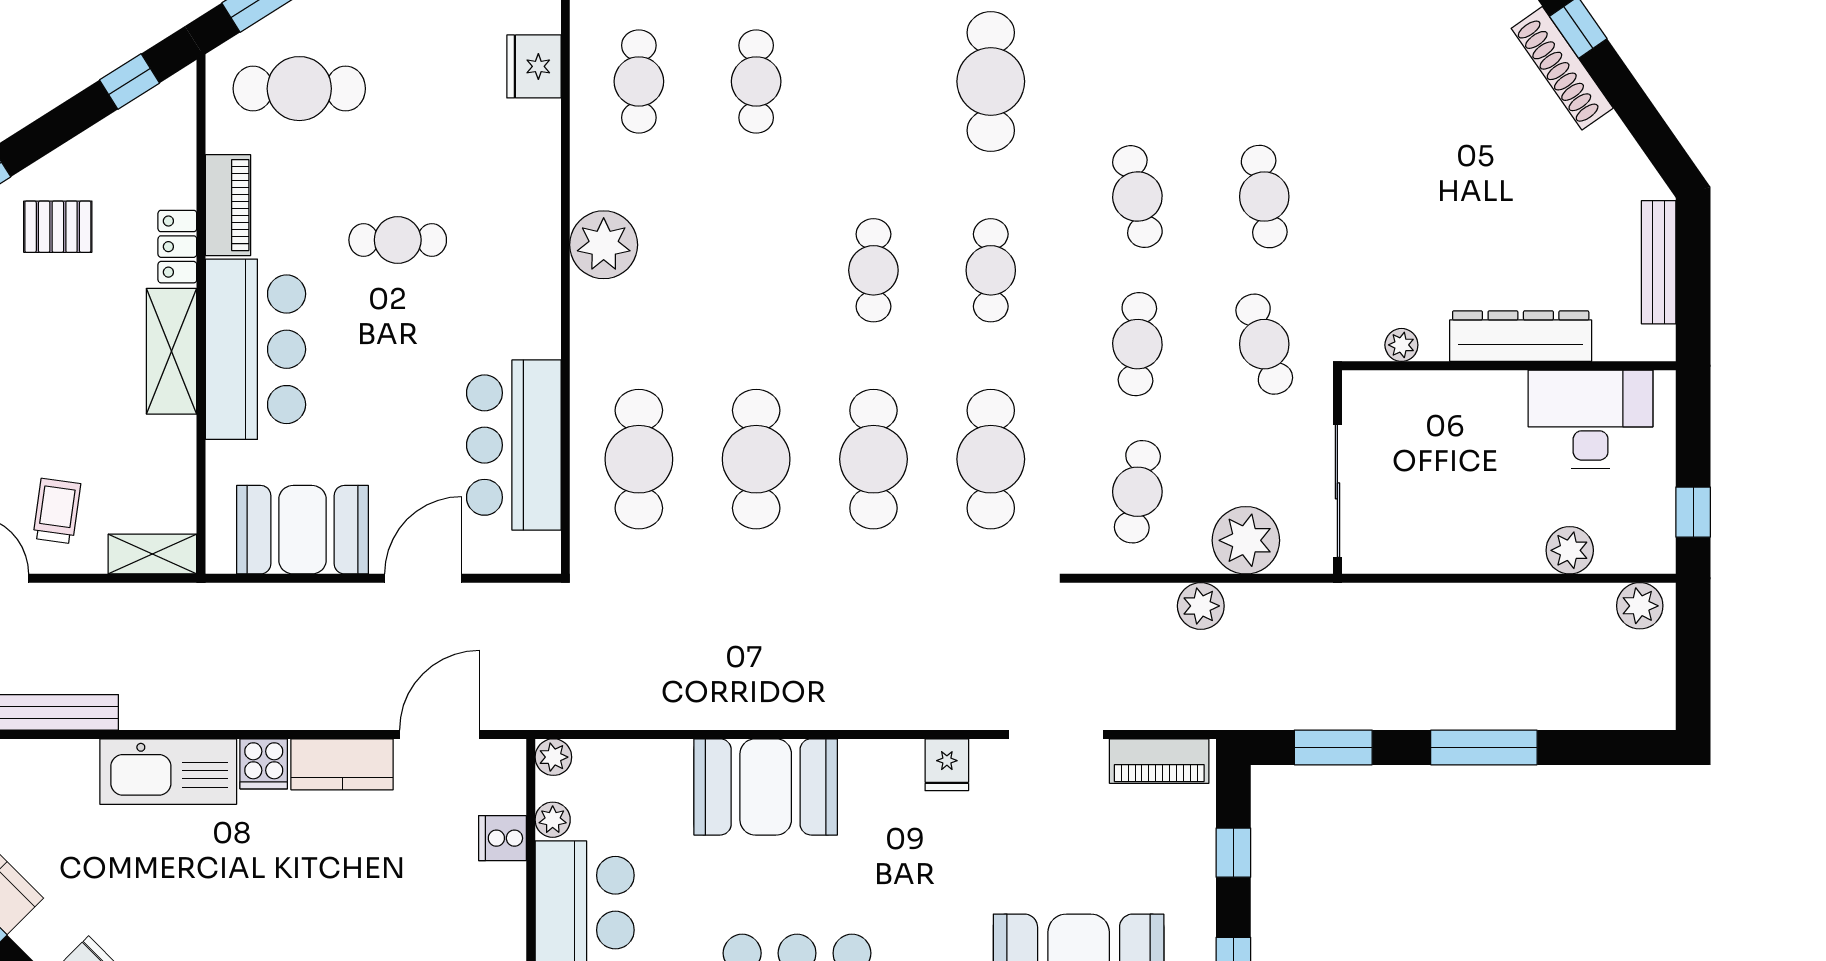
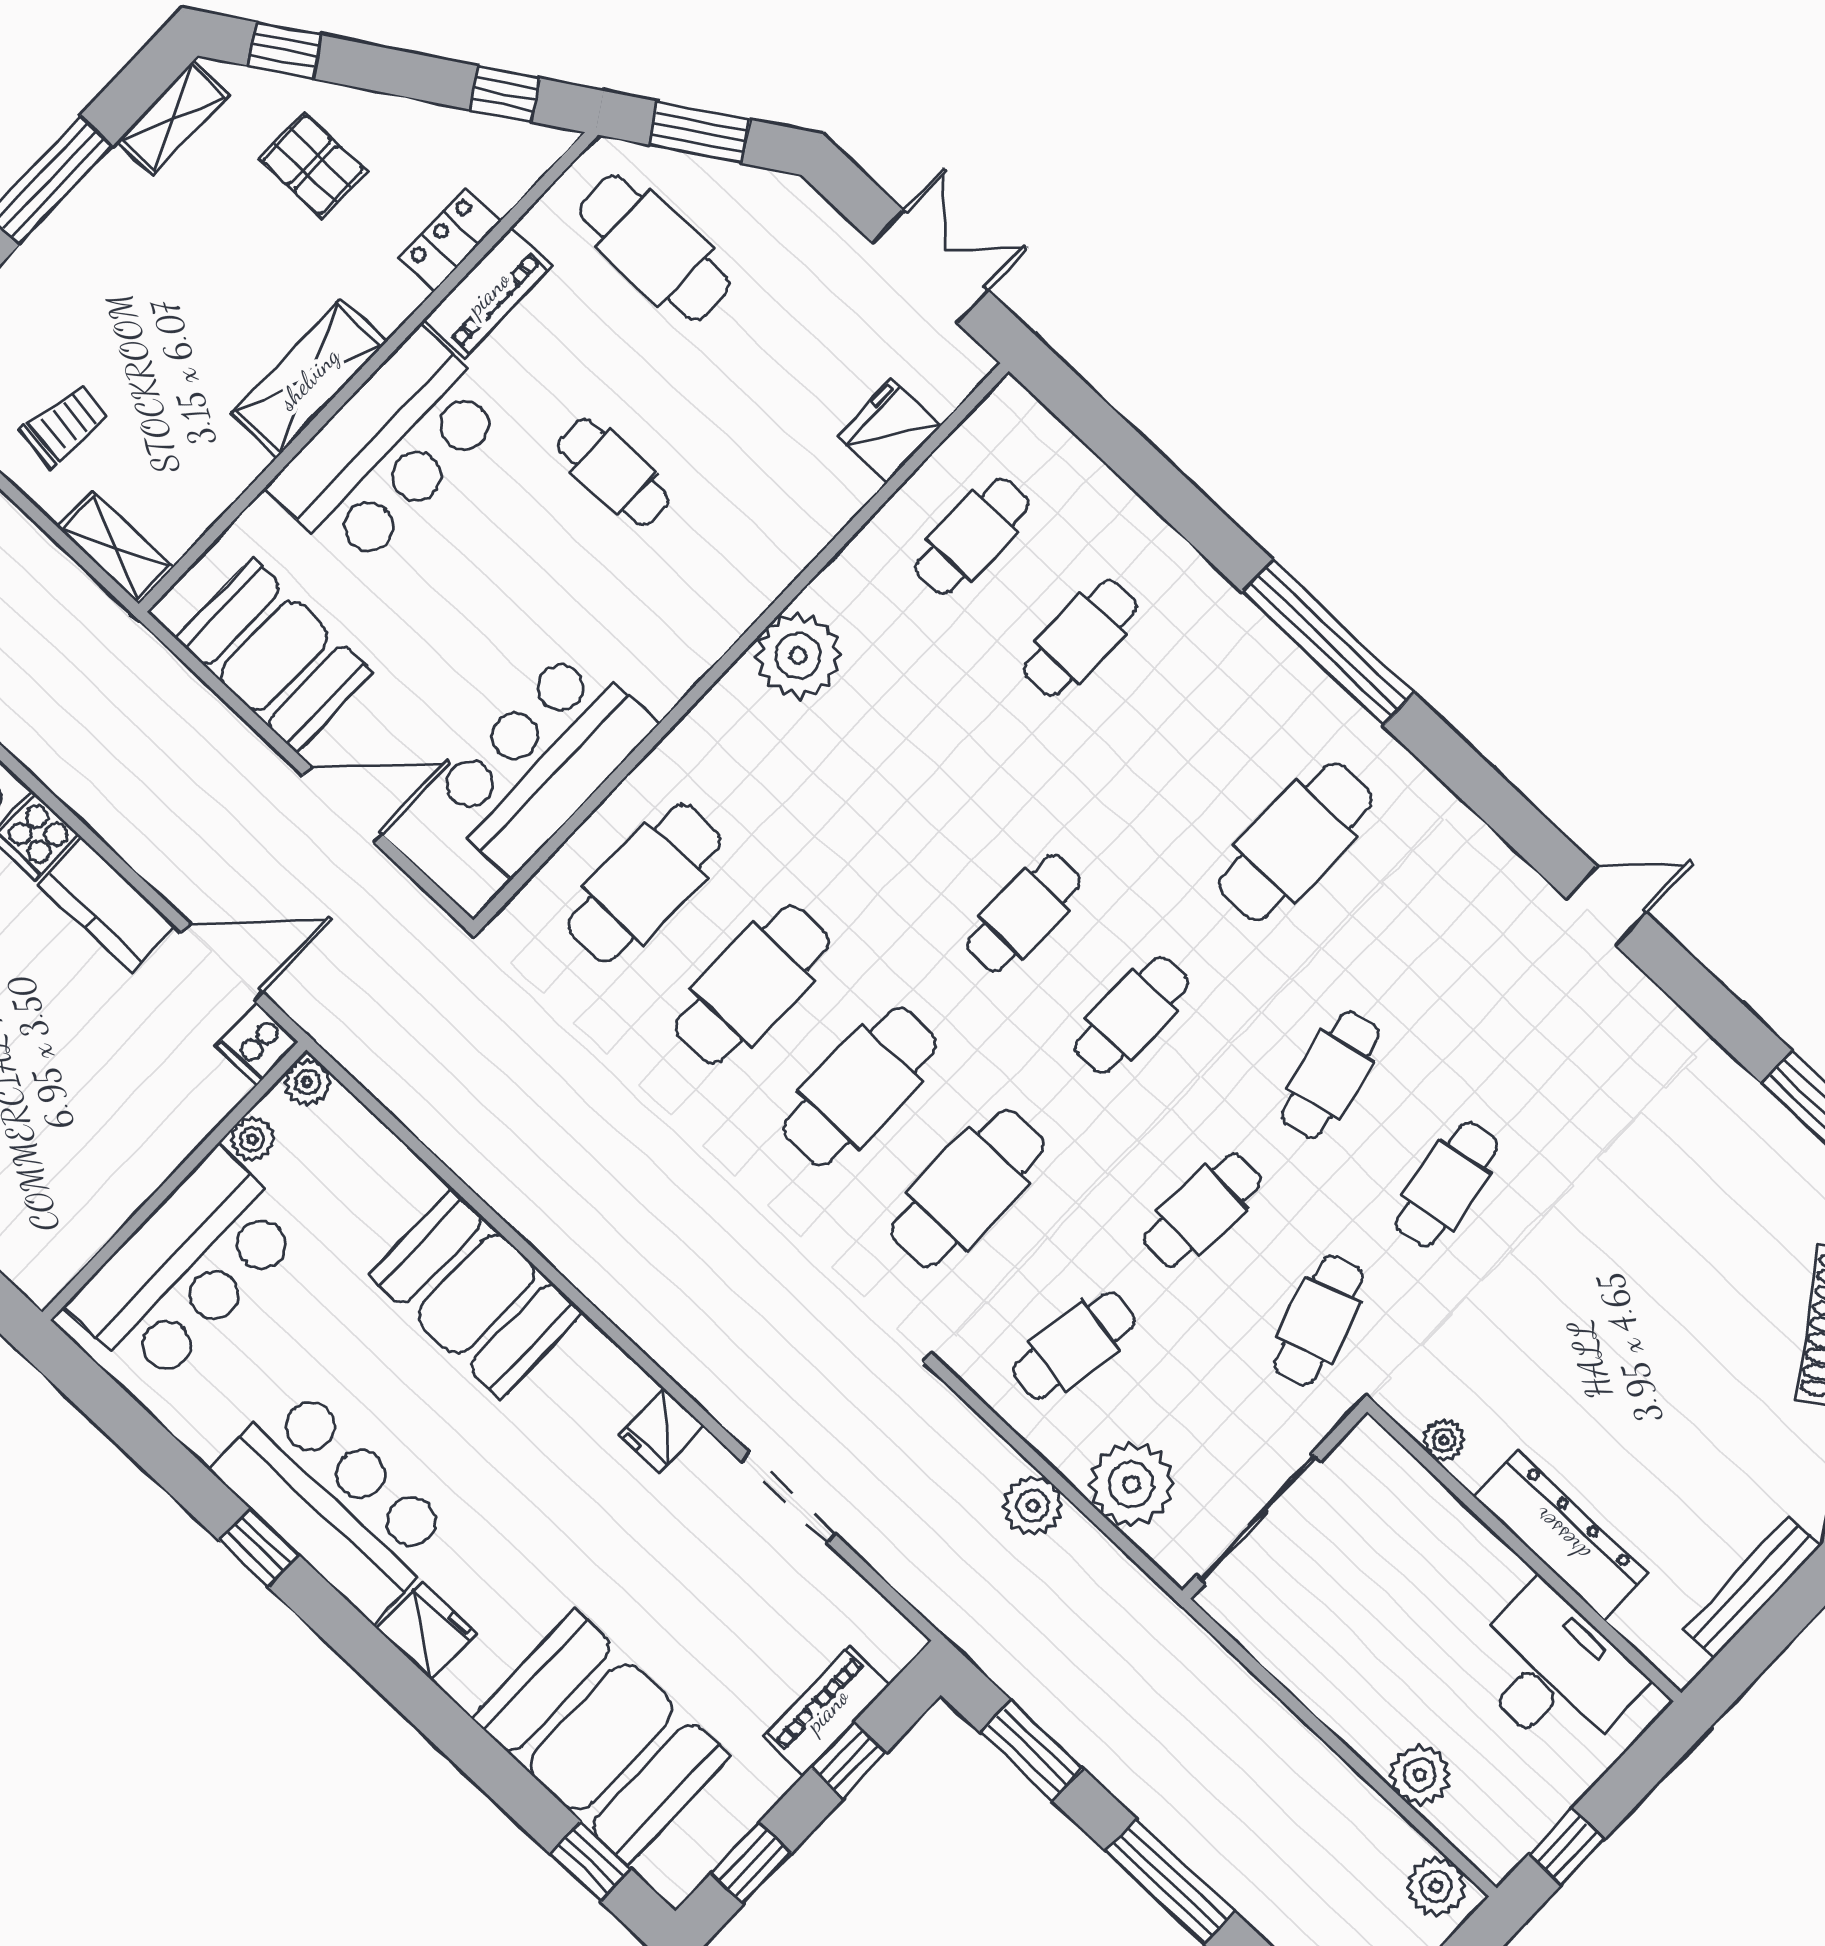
locker: (177, 247) -> (450, 240), moved
piano: (1159, 761) -> (827, 1710), moved, turned 90
cooker: (503, 838) -> (257, 1044), moved, turned -90

